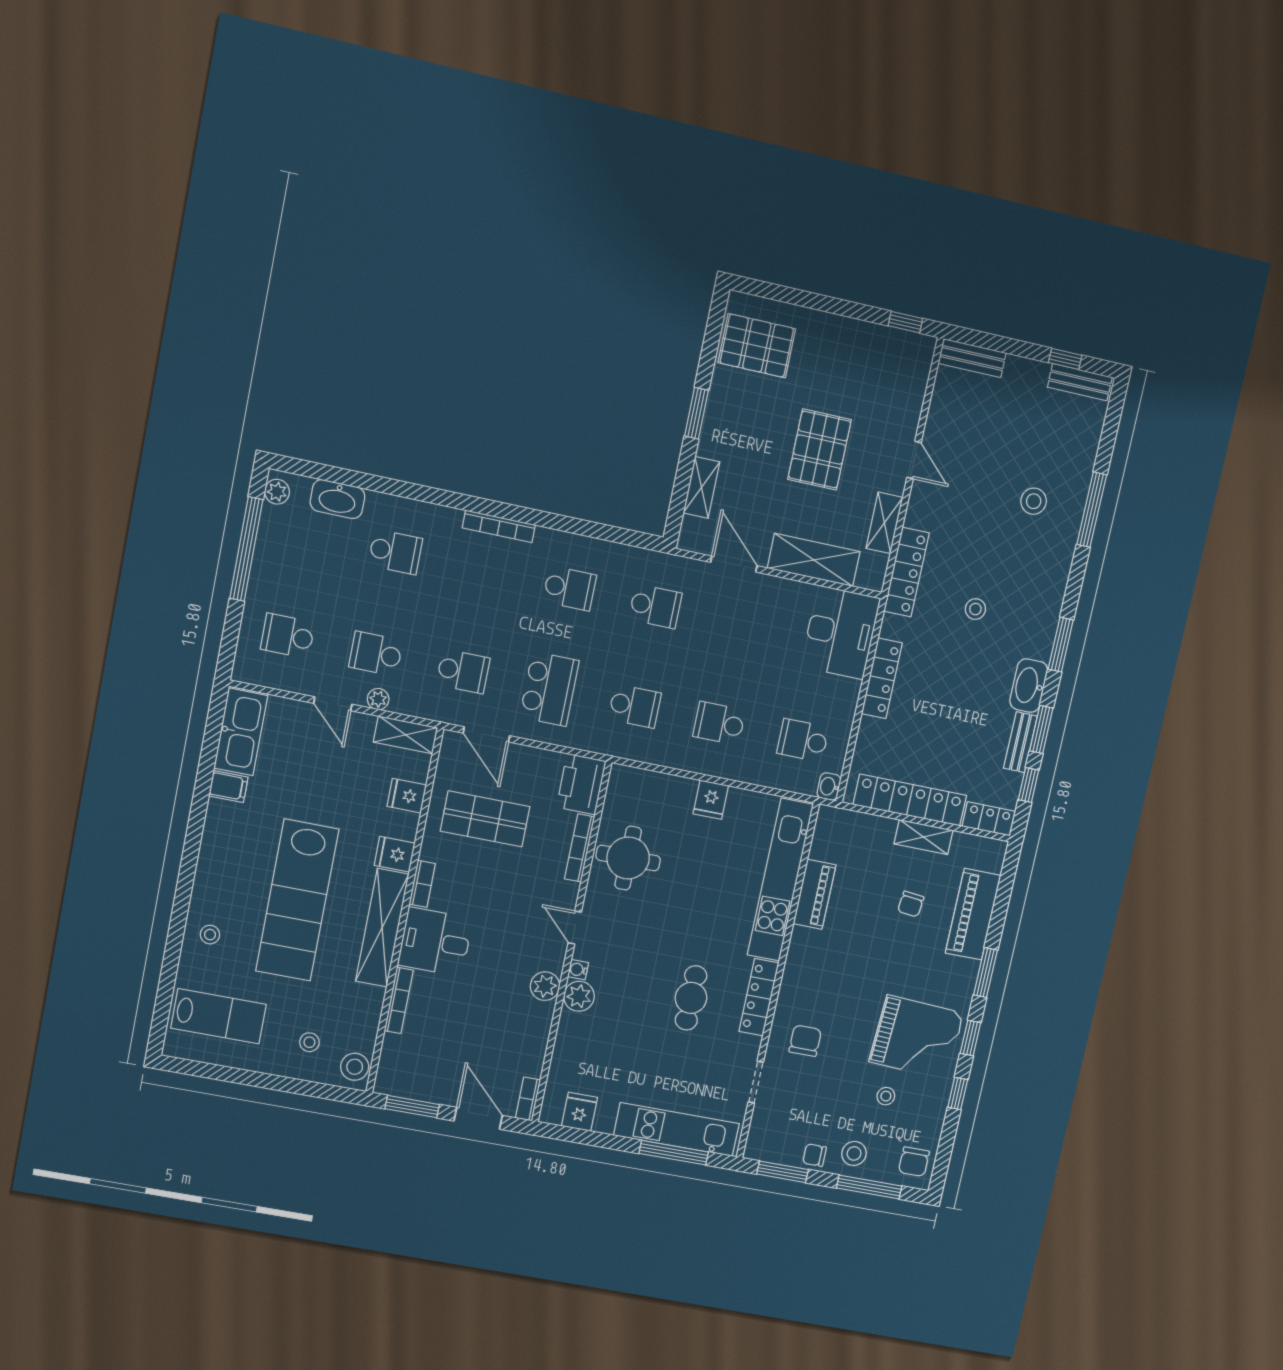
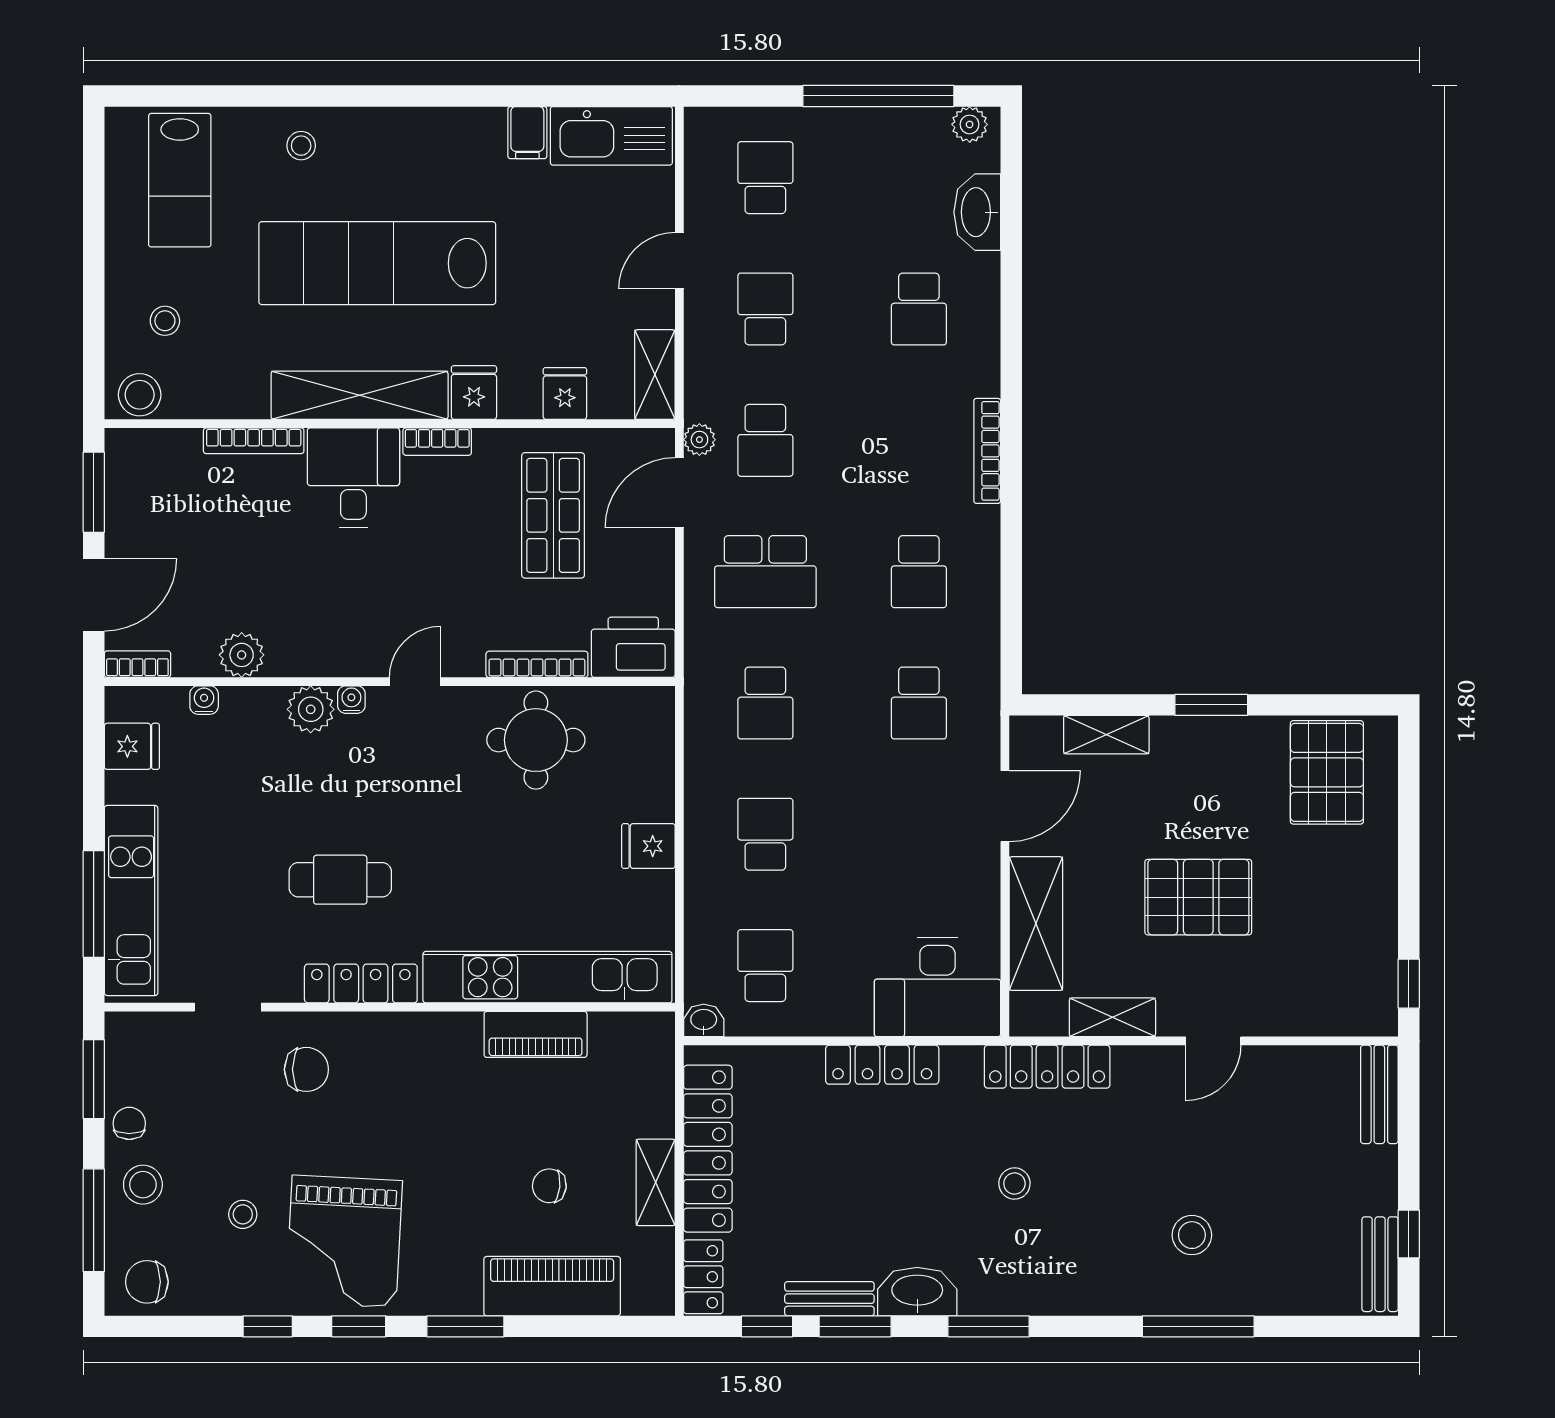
plant: (378, 699) -> (699, 440), moved
plant: (545, 986) -> (242, 655), moved
water cooler: (559, 1062) -> (204, 700), added

